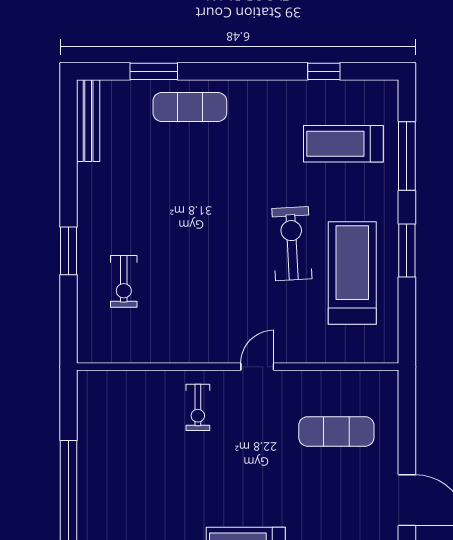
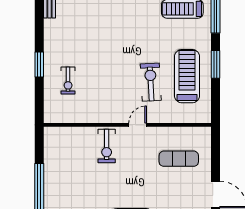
exercise bike: (292, 244) -> (151, 82), moved
exercise bike: (198, 407) -> (107, 146), width x1.38, depth x1.39

